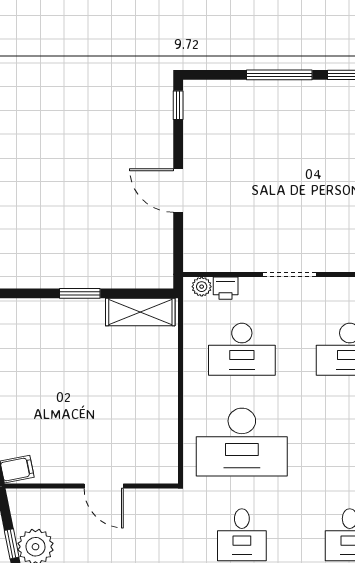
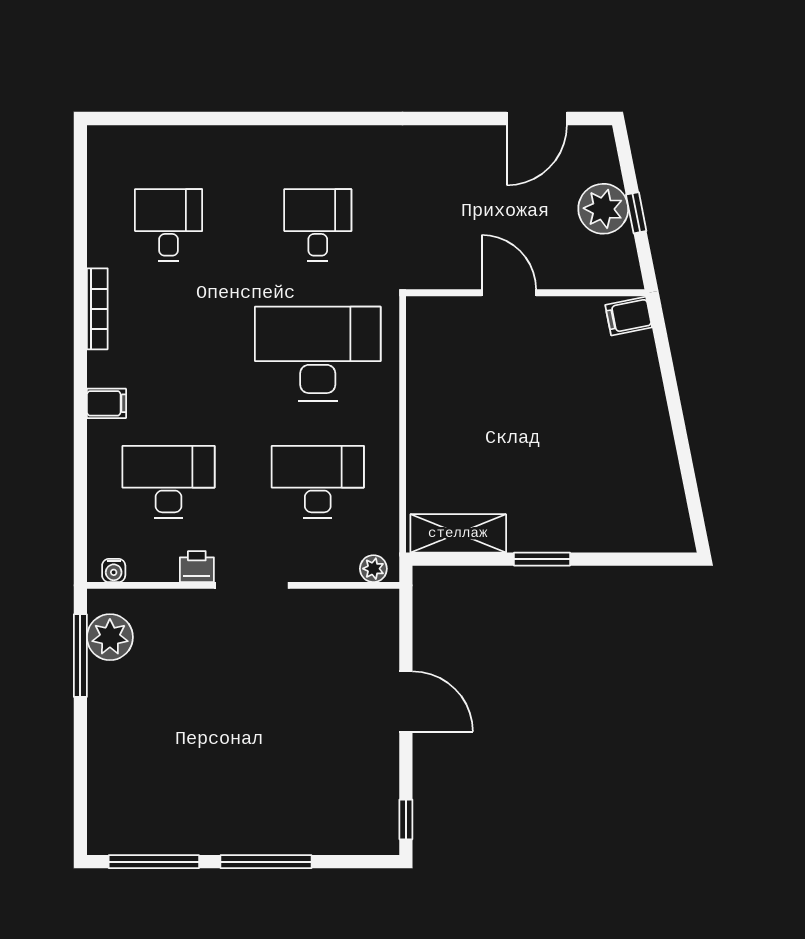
printer: (226, 288) -> (197, 567), moved

